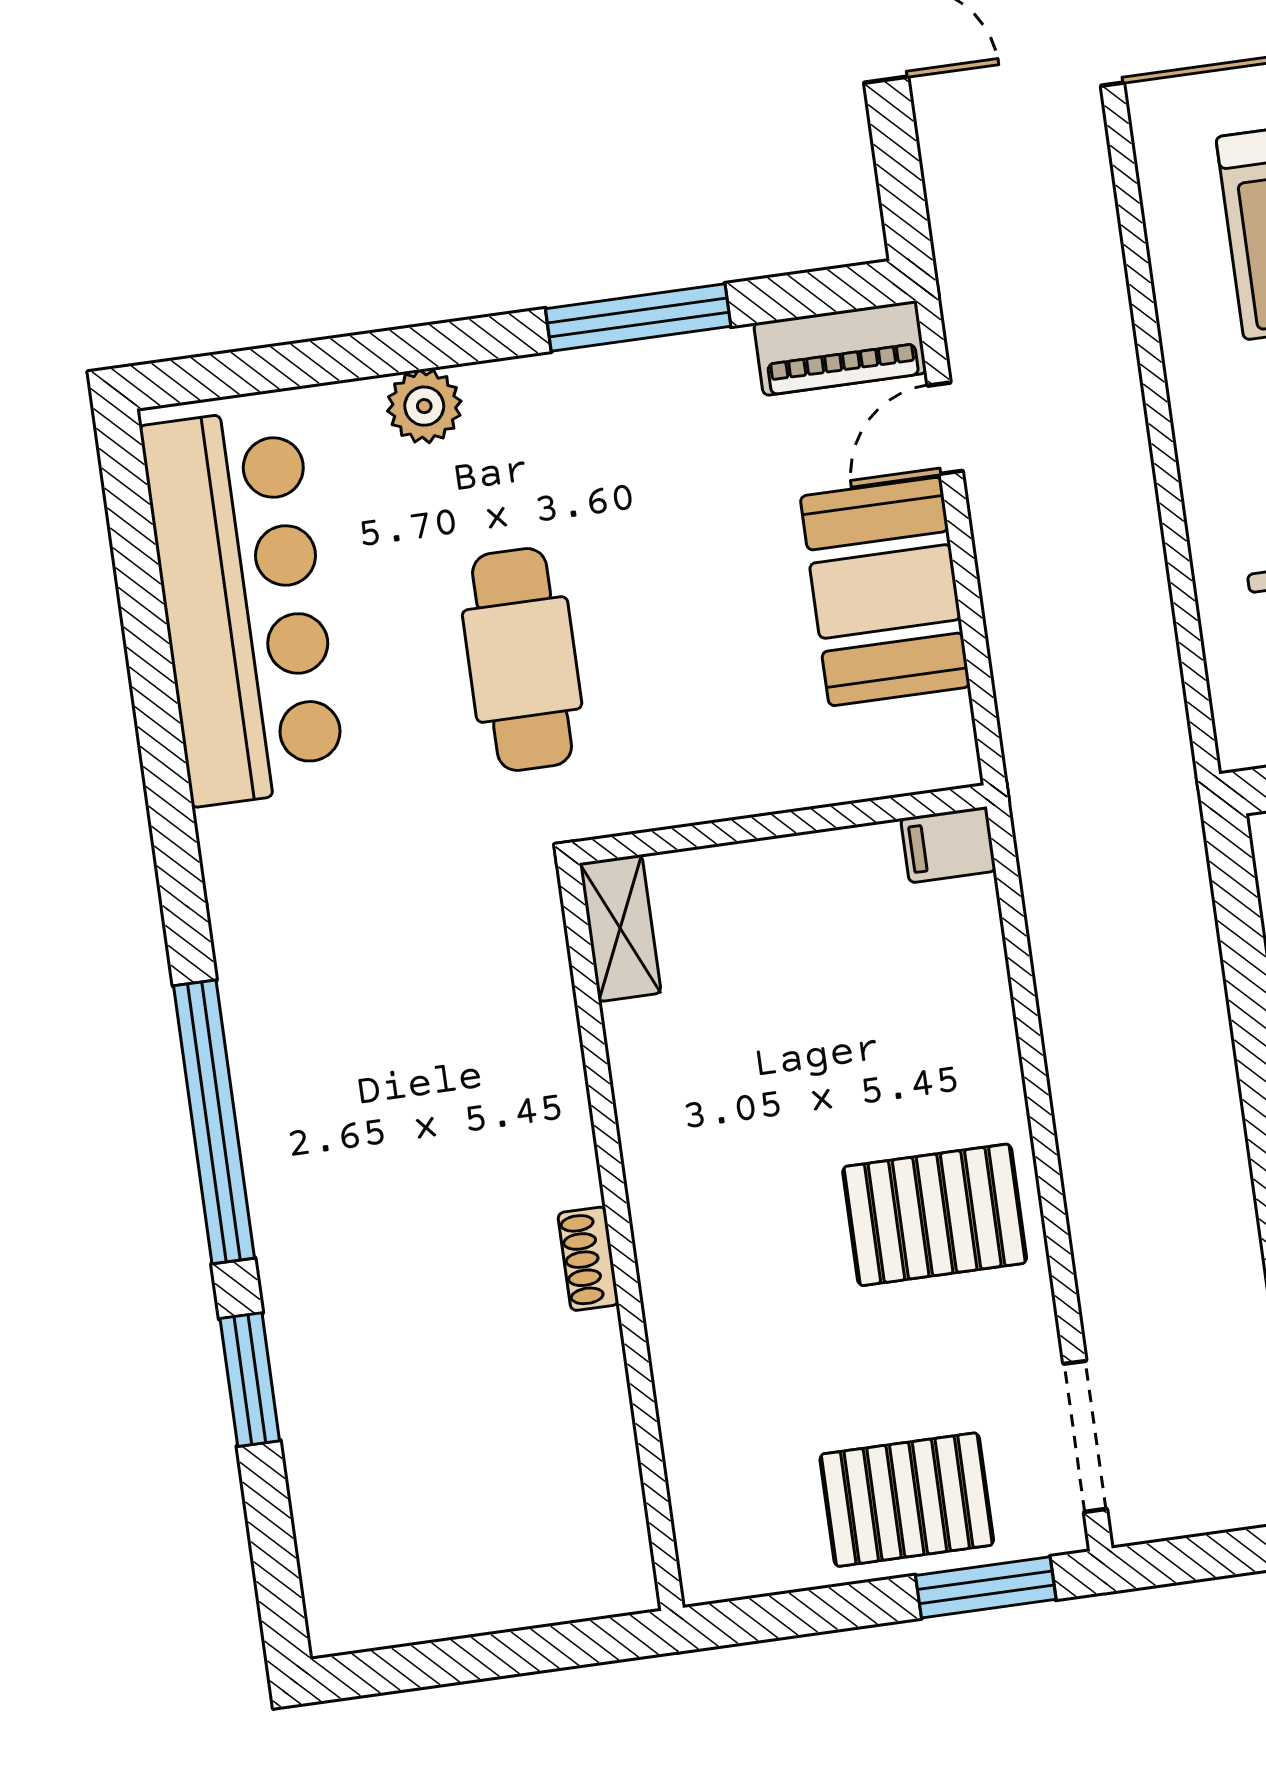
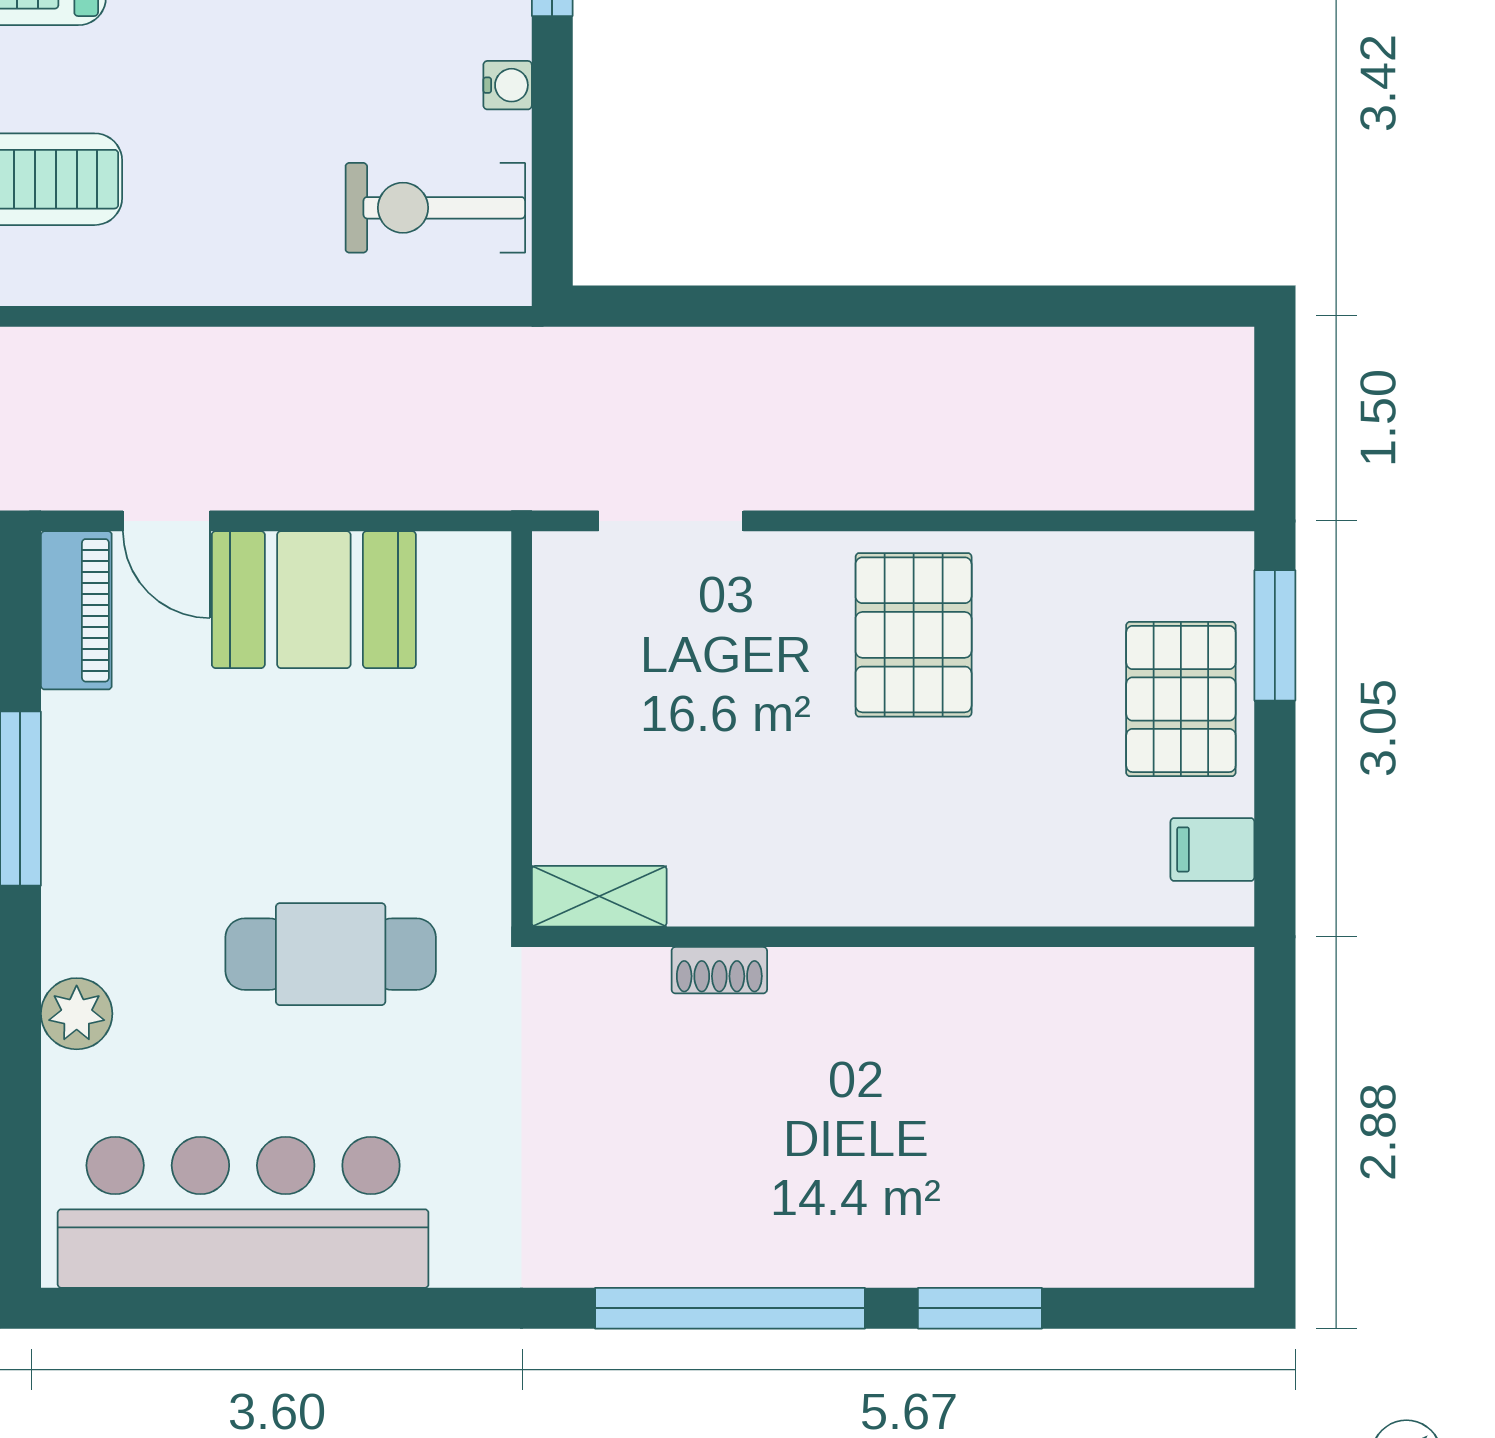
filing cabinet: (948, 845) -> (1212, 849), moved, turned 90
shoe rack: (588, 1259) -> (719, 970), moved
doorway: (1085, 1436) -> (671, 521), moved

